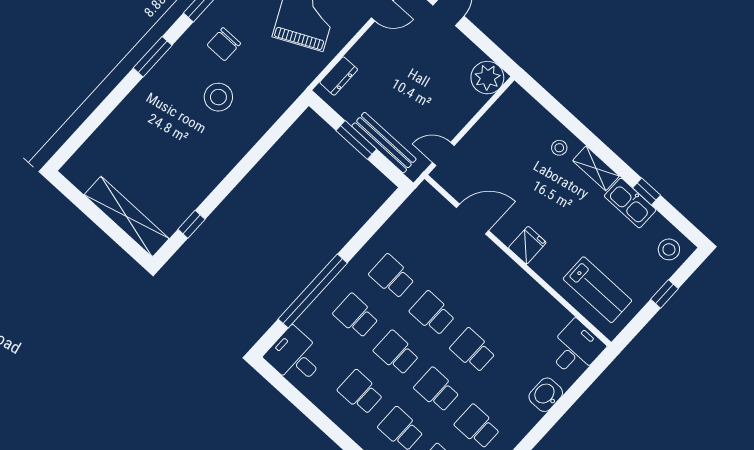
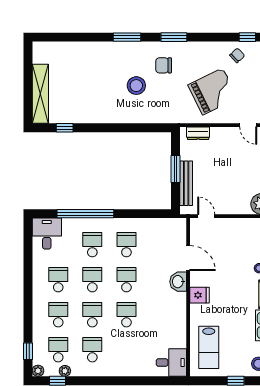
washbasin: (546, 395) -> (178, 282), moved, turned -90

